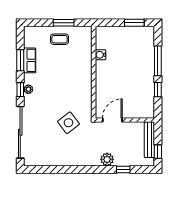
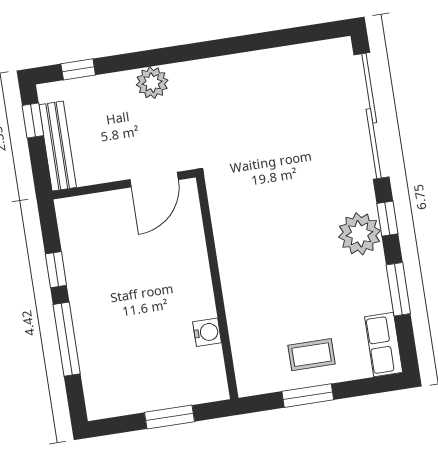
window: (134, 23) -> (169, 417), moved
row of seats: (30, 60) -> (384, 345), moved
plant: (28, 89) -> (360, 234), width x1.88, depth x1.88
side table: (68, 123) -> (259, 157), removed
window: (123, 169) -> (78, 69), moved

